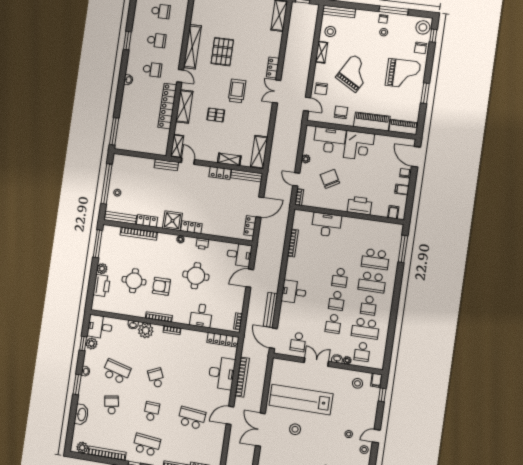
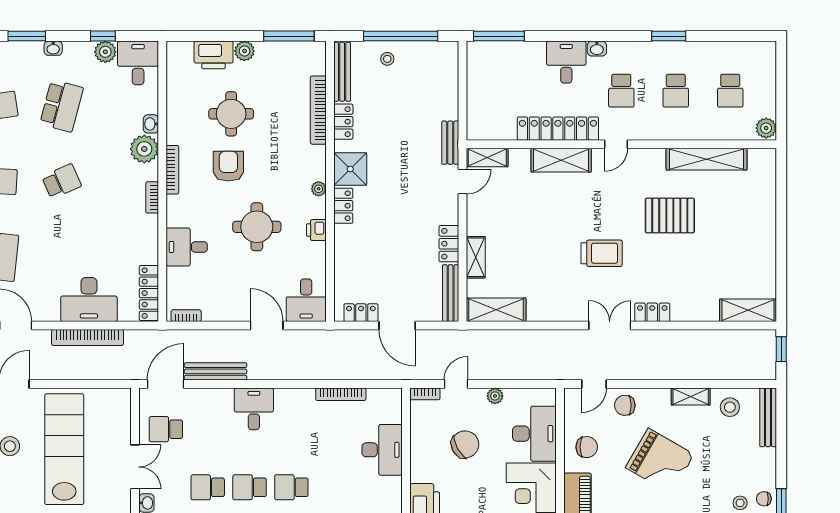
shelving: (192, 47) -> (707, 159), moved
desk: (133, 97) -> (566, 62), added
pallet: (216, 115) -> (553, 220), removed

